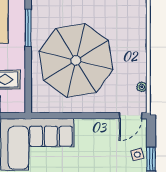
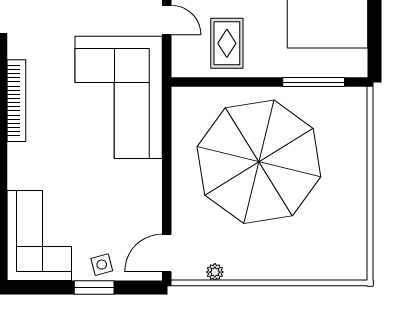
door: (130, 116) -> (167, 253), hinge flipped

